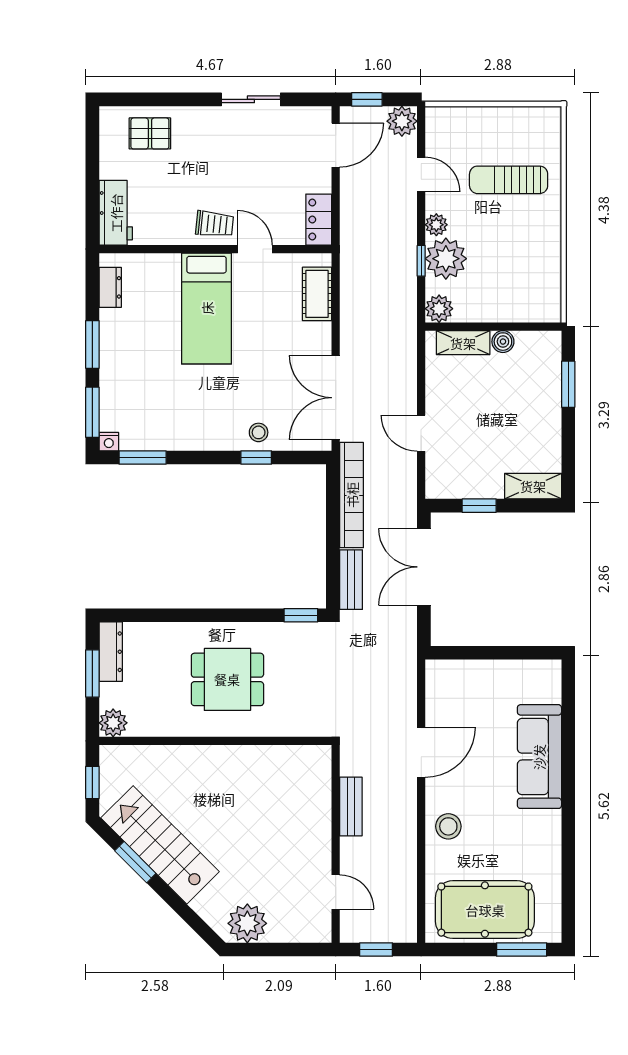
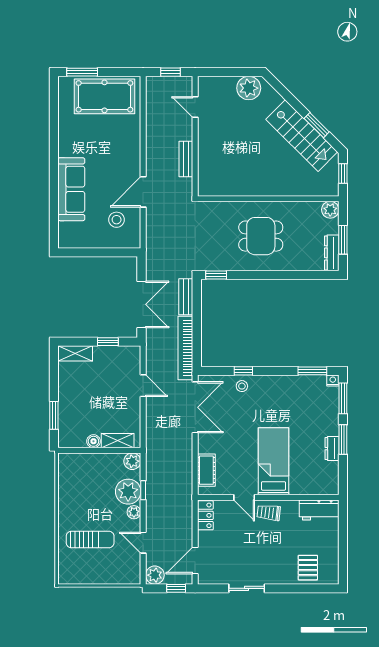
pallet: (150, 133) -> (308, 568), turned 90
workbench: (116, 213) -> (319, 510), moved, turned -90
dresser: (110, 287) -> (332, 449), moved
stool: (448, 826) -> (117, 220), moved

